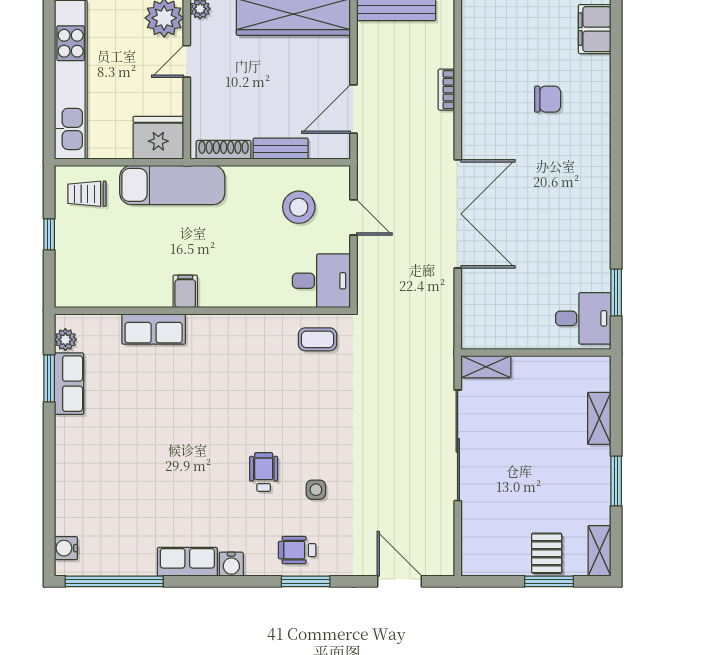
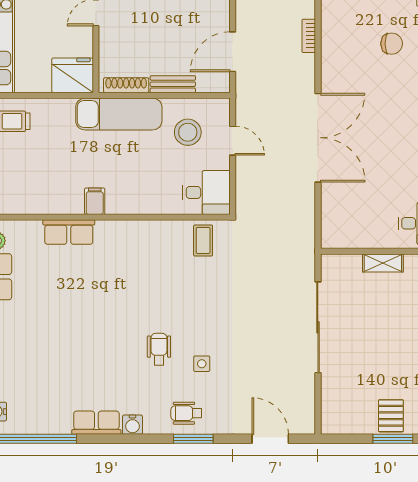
exam couch: (172, 185) -> (119, 114), moved
coffee table: (318, 339) -> (203, 240), turned 90
shelving: (486, 367) -> (383, 263), moved

